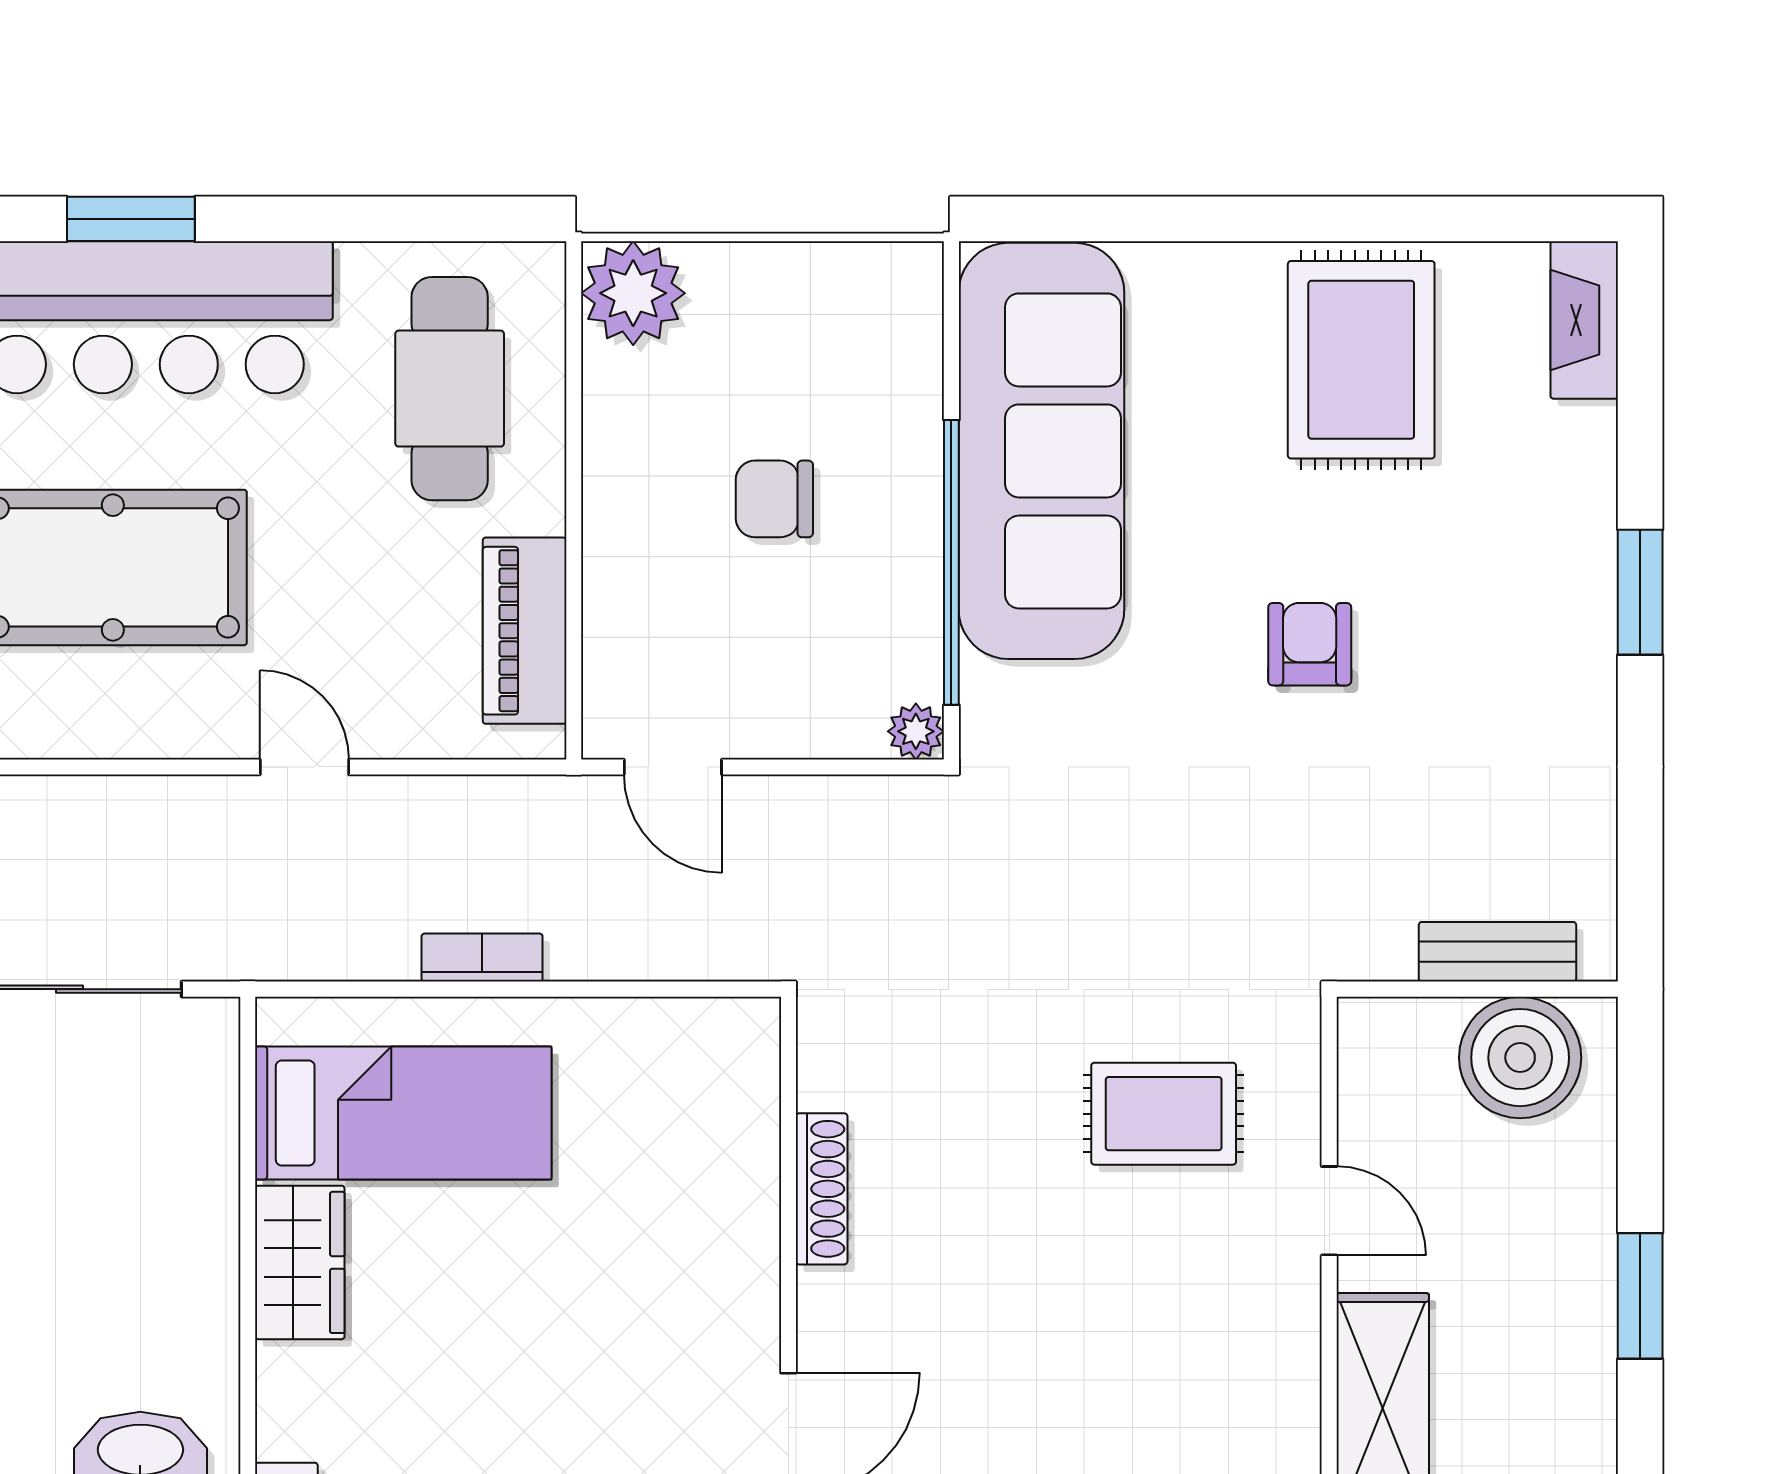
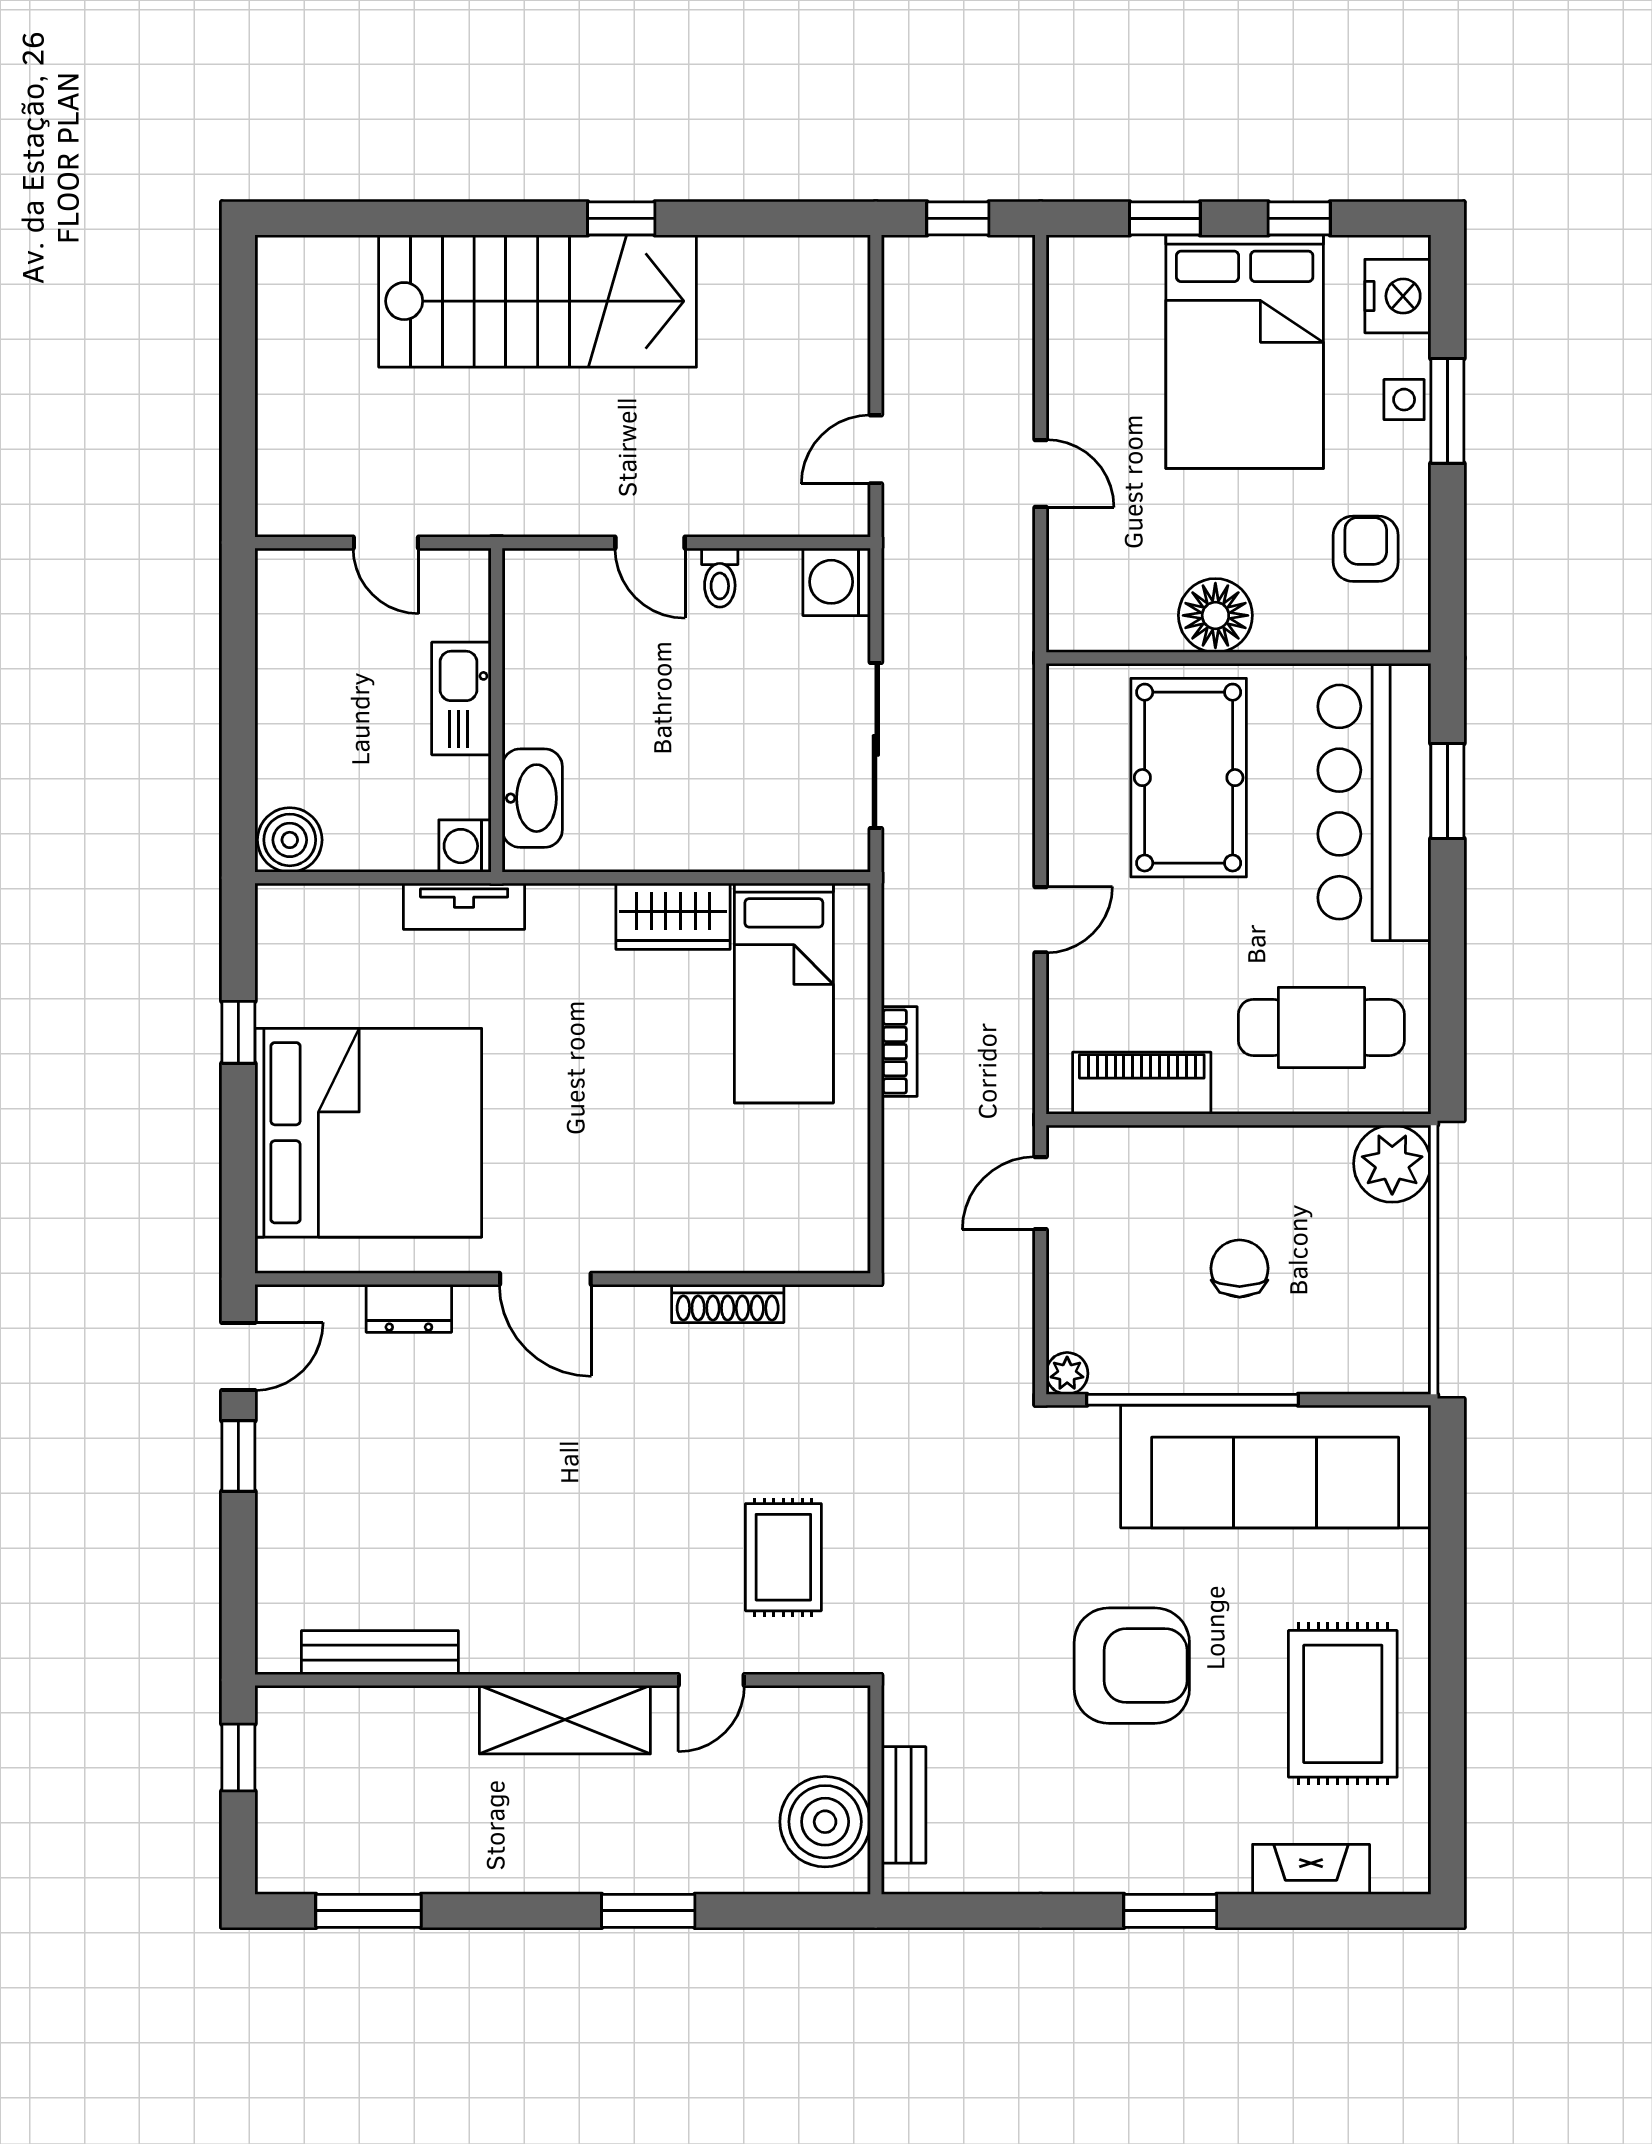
fireplace: (1584, 320) -> (1311, 1869), moved
rug: (1361, 360) -> (1343, 1704), turned 90
armchair: (1310, 644) -> (1132, 1666), width x1.88, depth x1.88

